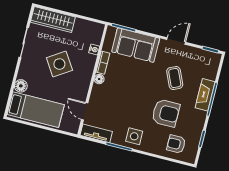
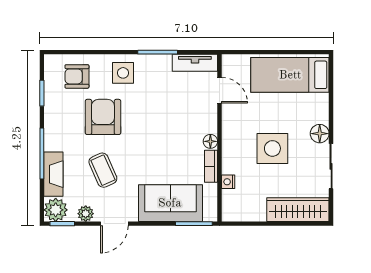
plant: (193, 52) -> (86, 214), added
plant: (212, 60) -> (56, 210), added
side table: (59, 64) -> (272, 148), turned 33
floor lamp: (21, 86) -> (320, 134), moved
fireplace: (205, 95) -> (53, 174), moved
armchair: (166, 113) -> (103, 117), turned 90
side table: (134, 136) -> (123, 73), moved
armchair: (176, 144) -> (77, 76), turned 180

